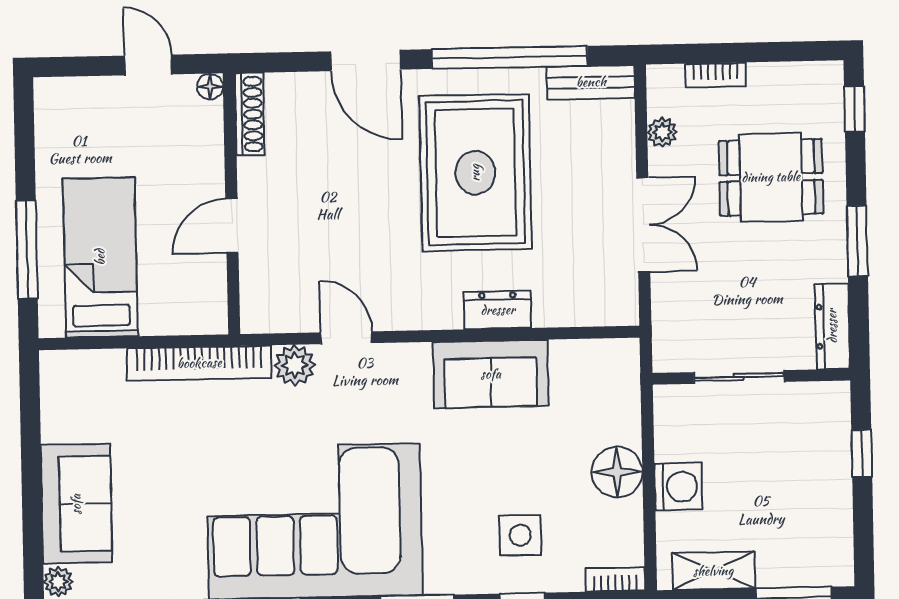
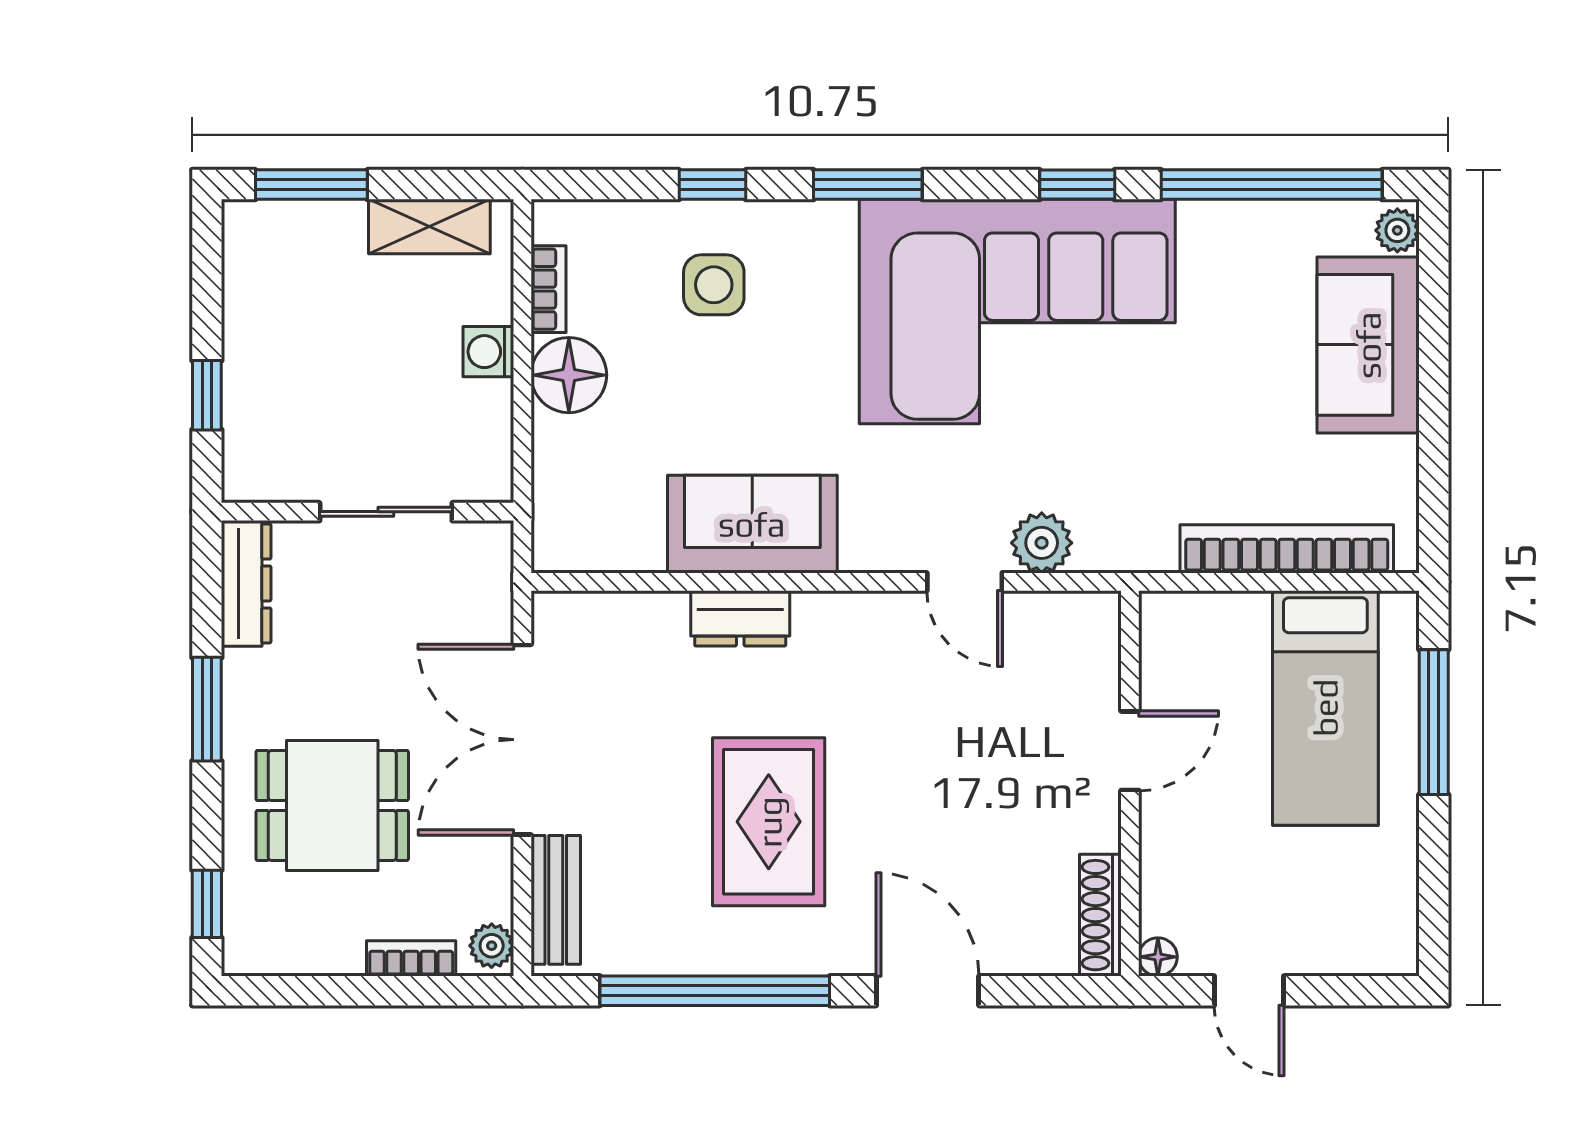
bench: (591, 82) -> (556, 900), moved, turned 90
plant: (662, 132) -> (492, 946), moved
rug: (475, 173) -> (769, 822), width x0.73, depth x0.69
double door: (643, 225) -> (522, 740), width x1.37
bookcase: (199, 363) -> (1287, 549), moved
washing machine: (678, 487) -> (488, 352), width x0.73, depth x0.73
bookcase: (615, 579) -> (549, 289), moved, turned -90

